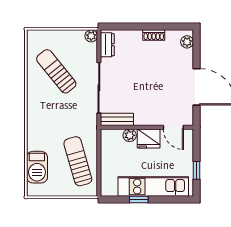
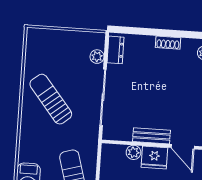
plant: (91, 36) -> (97, 57), moved
sun lounger: (56, 71) -> (51, 99), moved
bench: (117, 119) -> (151, 136), moved

